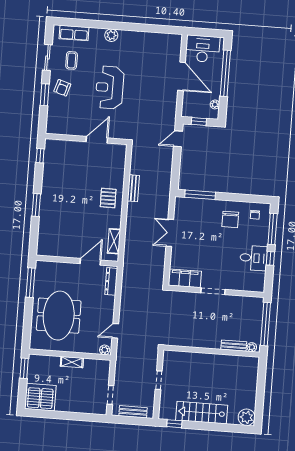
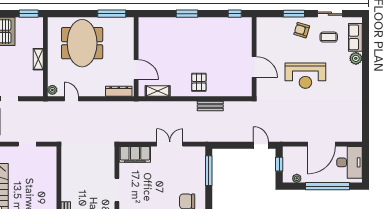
plant: (111, 35) -> (356, 58), moved
reception desk: (110, 88) -> (305, 76), turned 180
pallet: (108, 198) -> (199, 82), turned 90
filing cabinet: (185, 278) -> (135, 154), moved, turned 90
meeting table: (59, 316) -> (82, 43), turned 90

